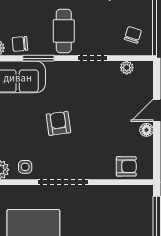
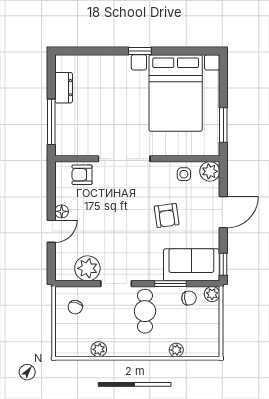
plant: (127, 68) -> (87, 268), width x1.87, depth x1.87
armchair: (58, 123) -> (167, 215), moved
doorway: (63, 182) -> (124, 159), moved

